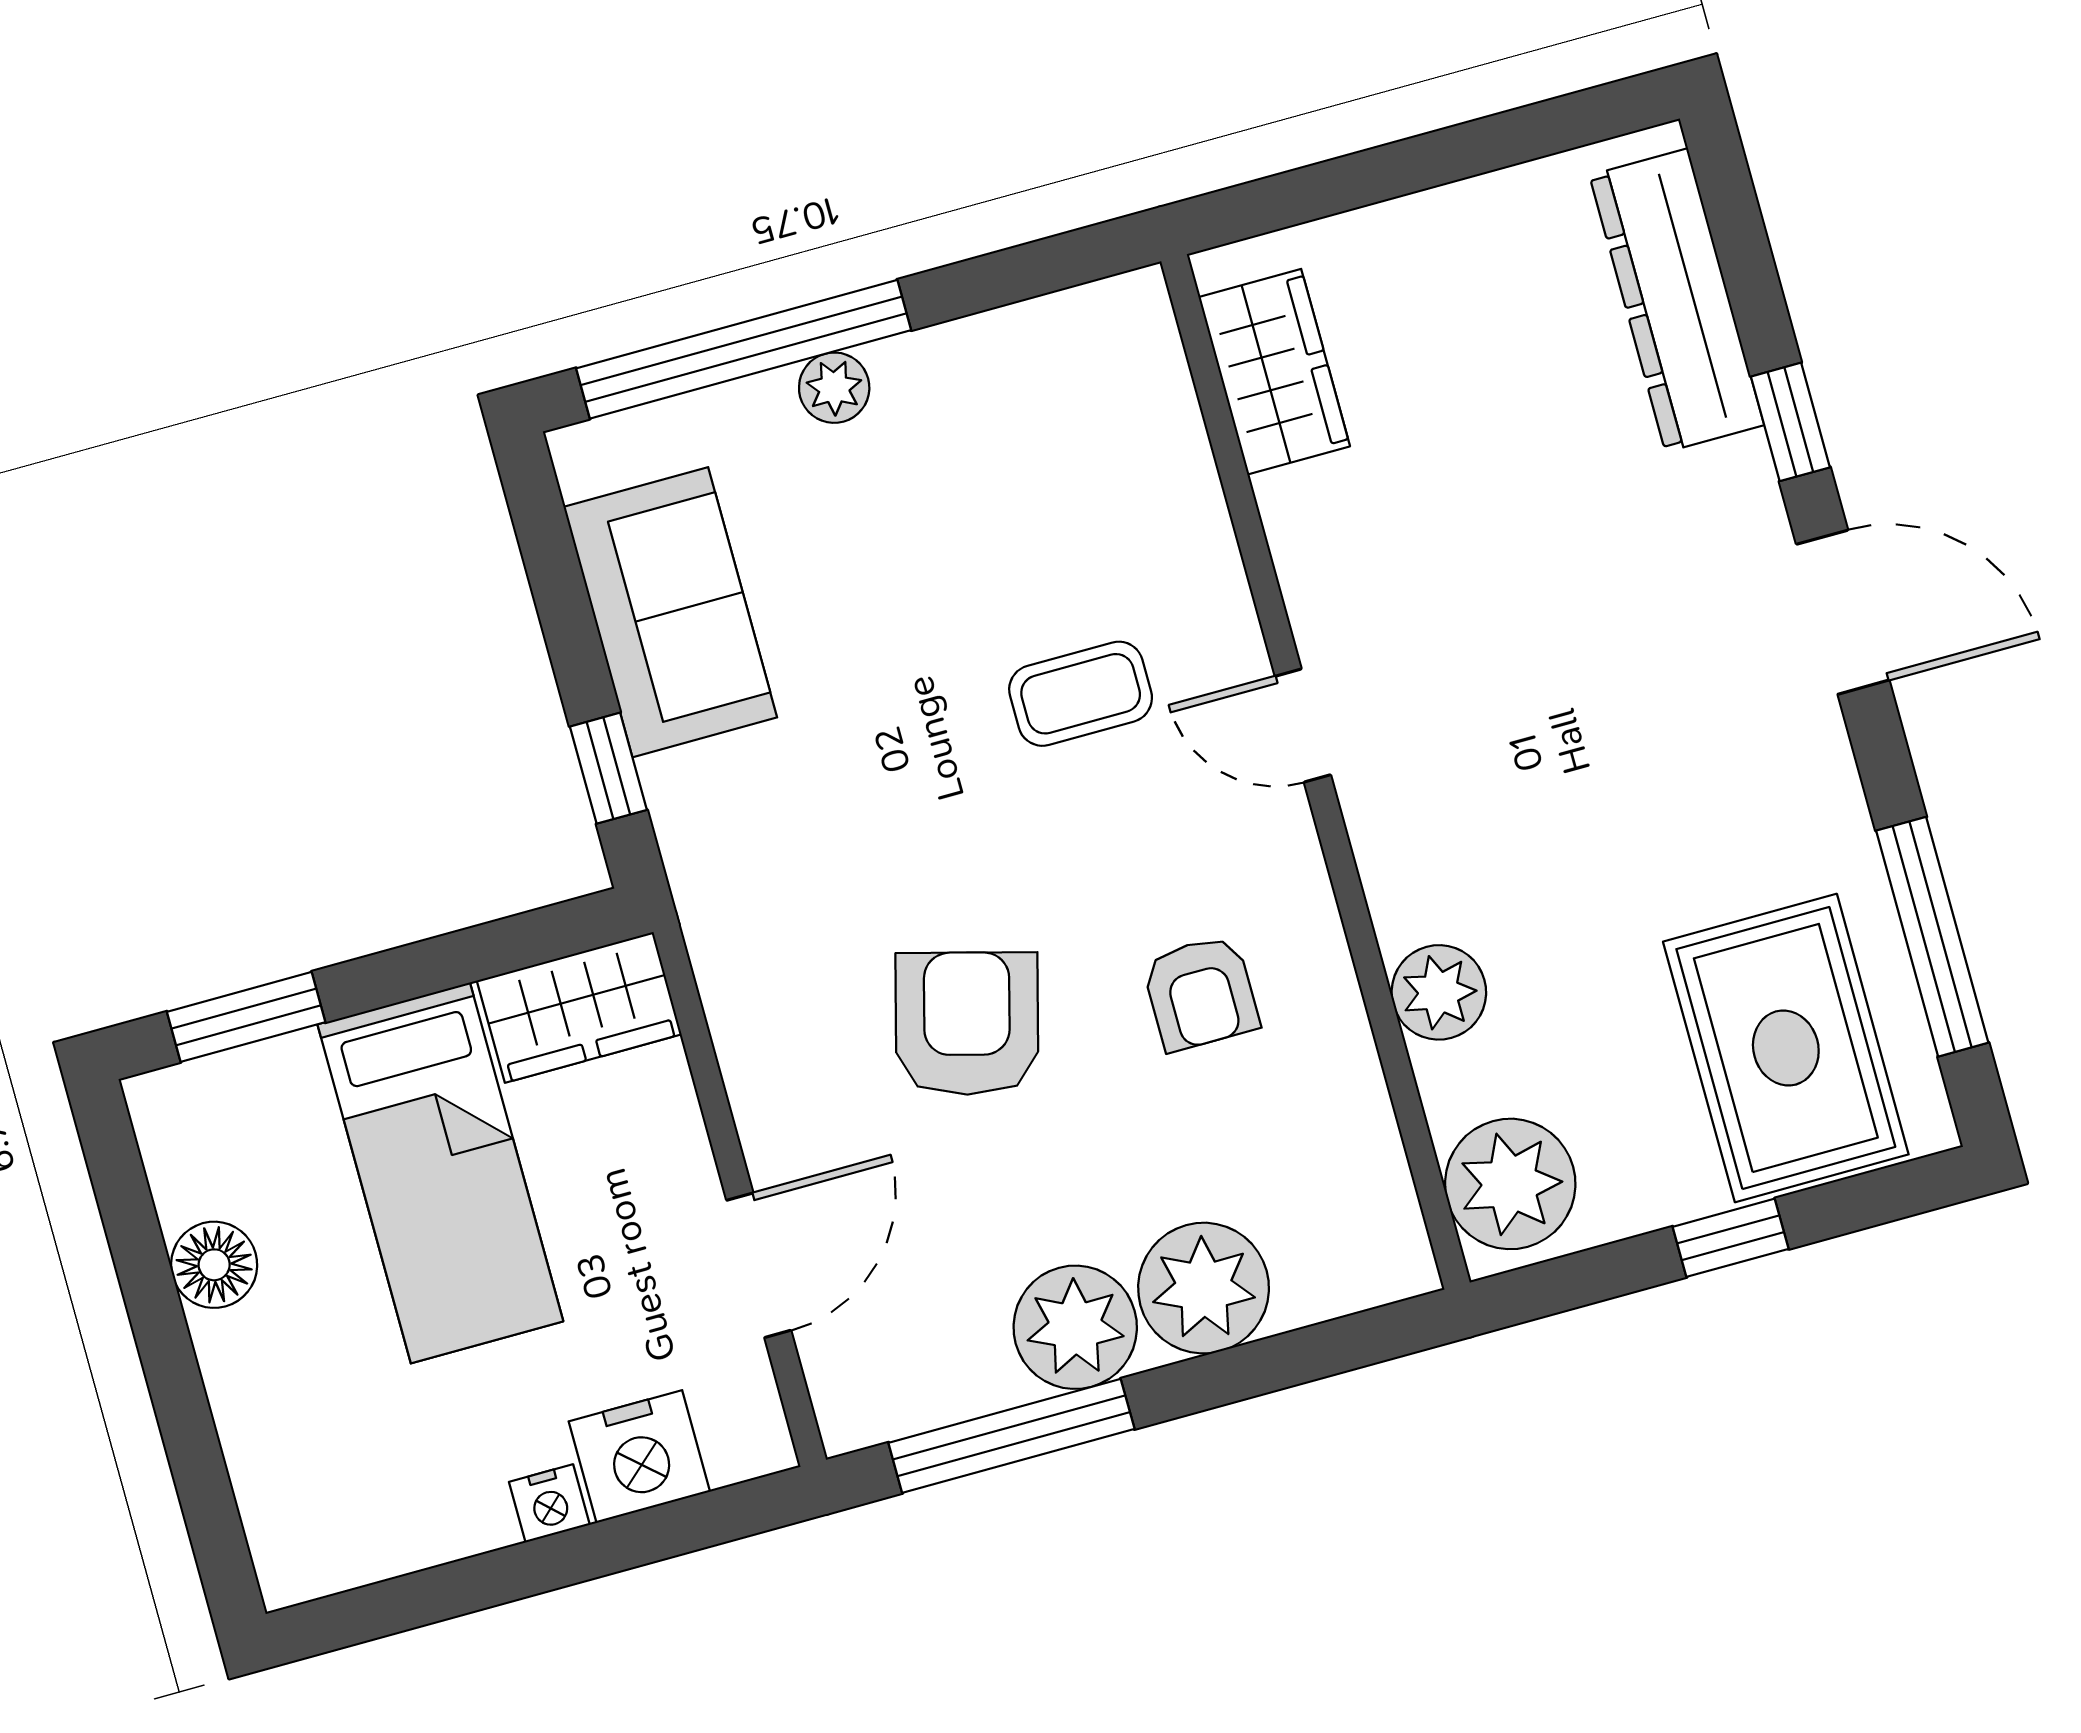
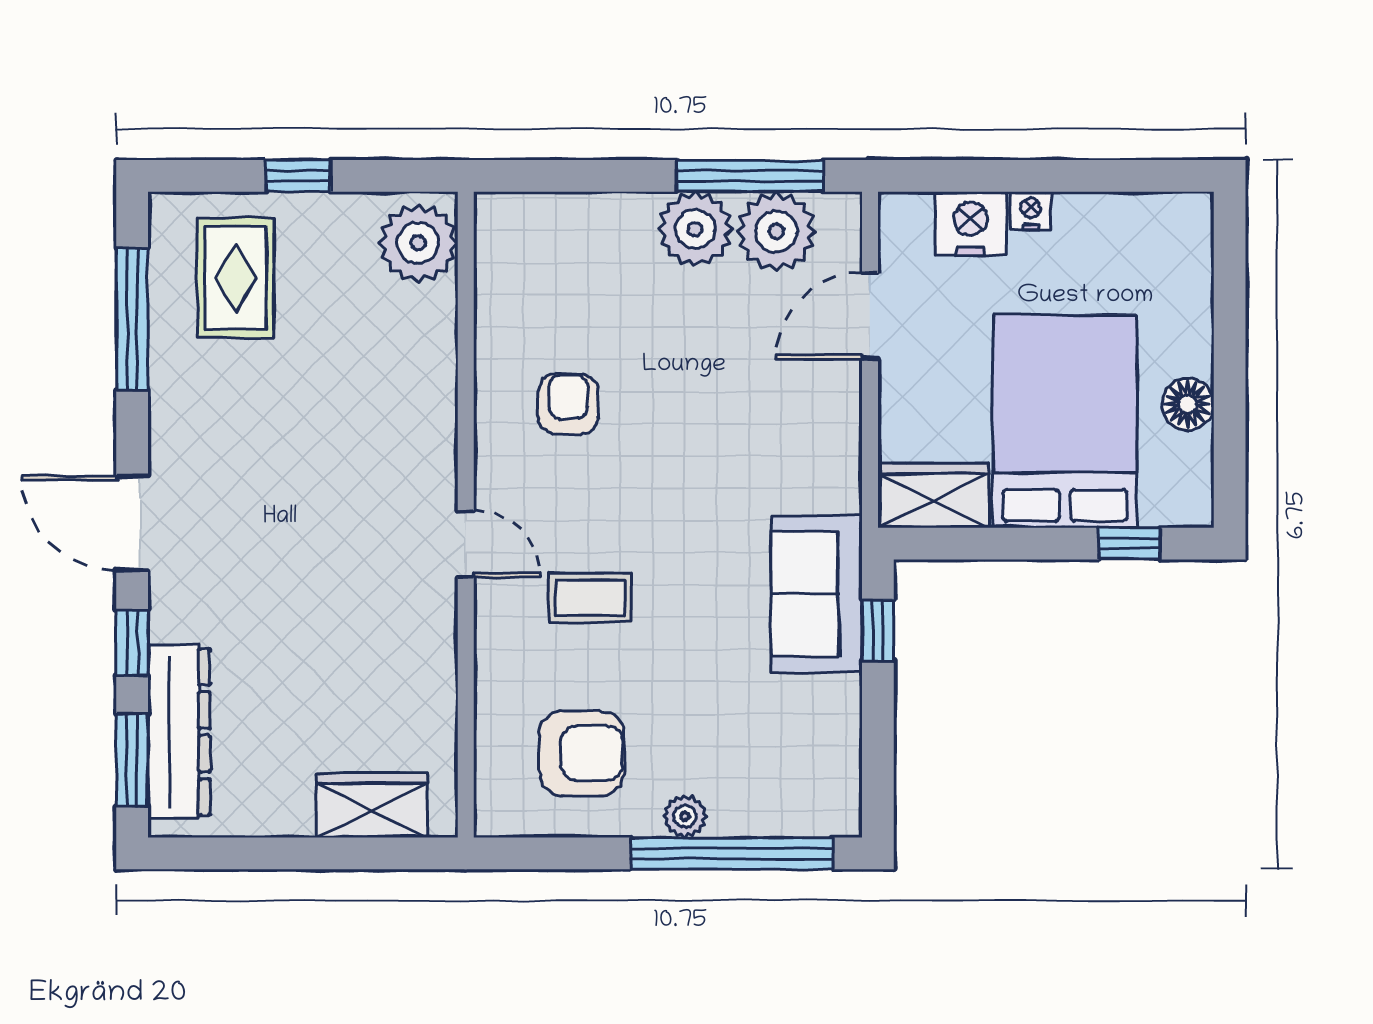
window: (1739, 235) -> (132, 760), added
wardrobe: (1274, 372) -> (372, 805), moved, turned 90
sofa: (670, 612) -> (817, 594), moved
plant: (1439, 992) -> (429, 366), removed
window: (246, 1017) -> (1129, 544), width x0.67
armchair: (967, 1024) -> (581, 753), moved, turned -105
rug: (1786, 1048) -> (236, 278), width x0.73, depth x0.70
bed: (440, 1173) -> (1065, 421), width x1.50
plant: (1204, 1288) -> (776, 231), moved

